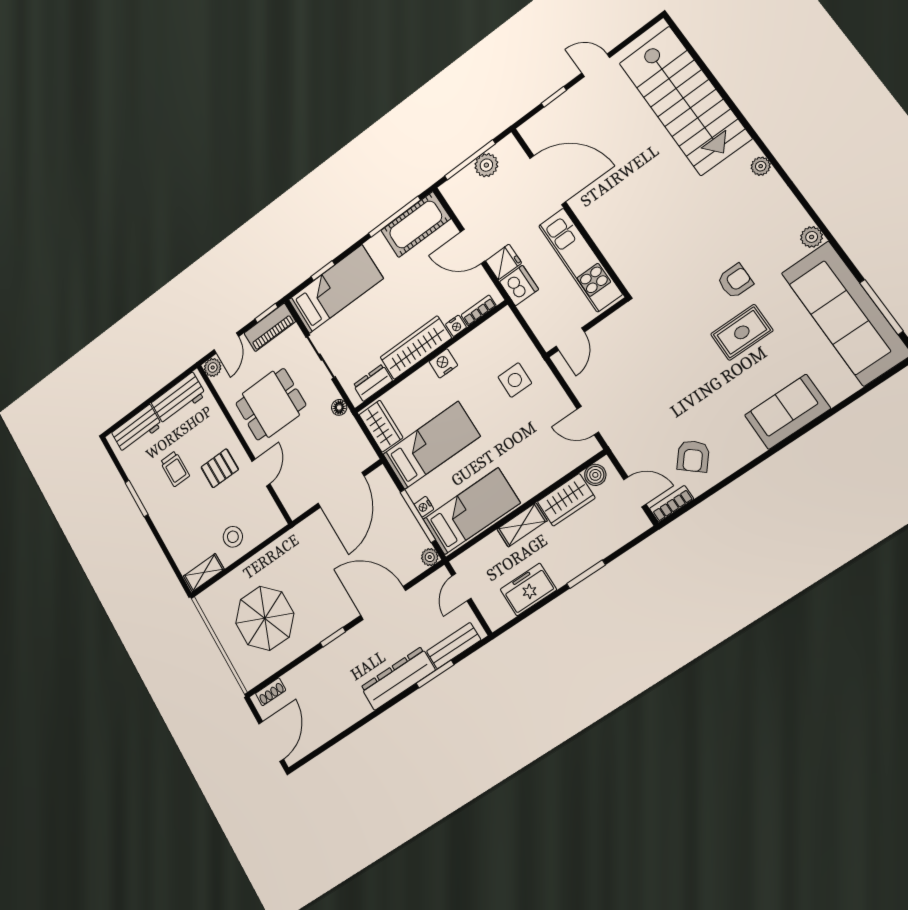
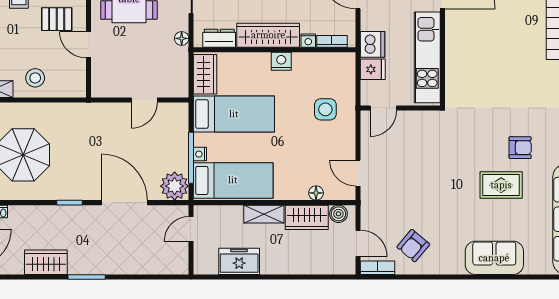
fridge: (504, 262) -> (373, 69), moved
floor lamp: (559, 469) -> (316, 193), added
door: (261, 472) -> (88, 45), swing flipped
door: (341, 490) -> (144, 100), width x0.53
plant: (430, 557) -> (175, 186), width x1.87, depth x1.87
window: (586, 574) -> (287, 277), removed
bench: (454, 646) -> (159, 266), removed
window: (435, 674) -> (87, 277), moved
dresser: (398, 679) -> (101, 263), removed
wardrobe: (346, 712) -> (46, 262), added

